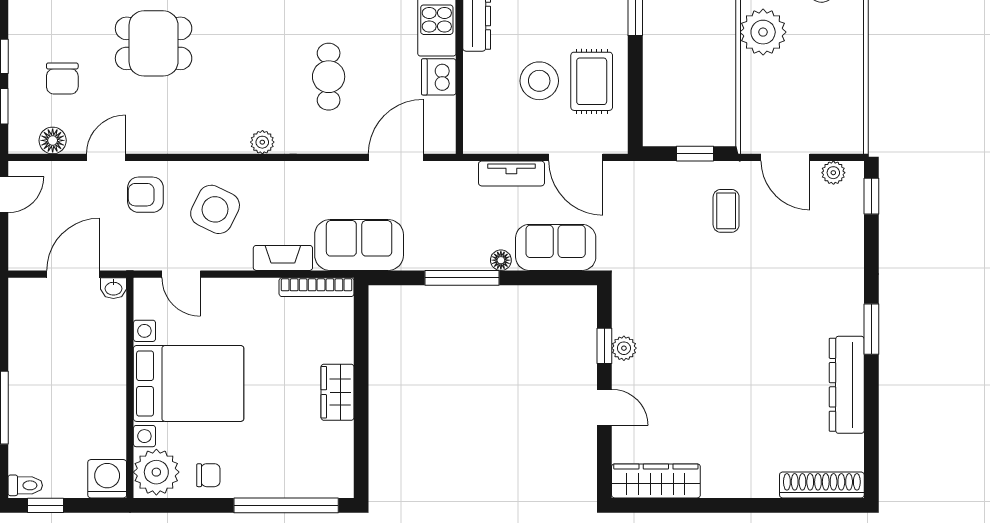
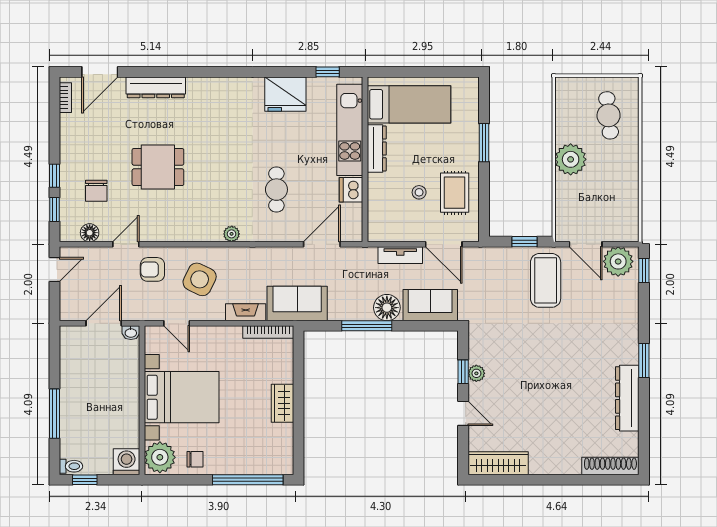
stool: (539, 81) -> (419, 192), width x0.53, depth x0.53
plant: (833, 173) -> (618, 261), width x1.87, depth x1.87
coffee table: (726, 211) -> (546, 280), width x1.86, depth x1.72
floor lamp: (501, 260) -> (387, 308), width x1.89, depth x1.89

